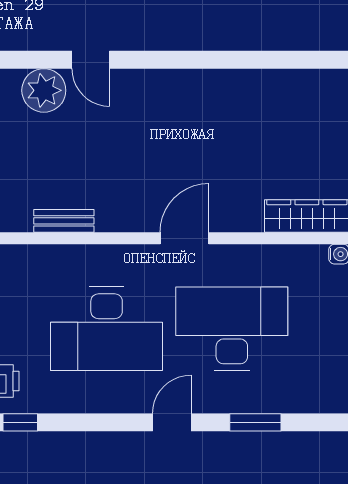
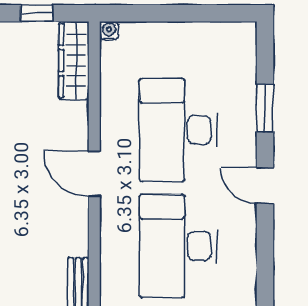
desk: (107, 329) -> (178, 246), turned 180

